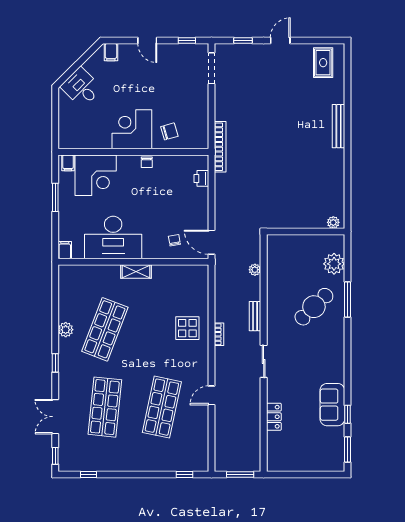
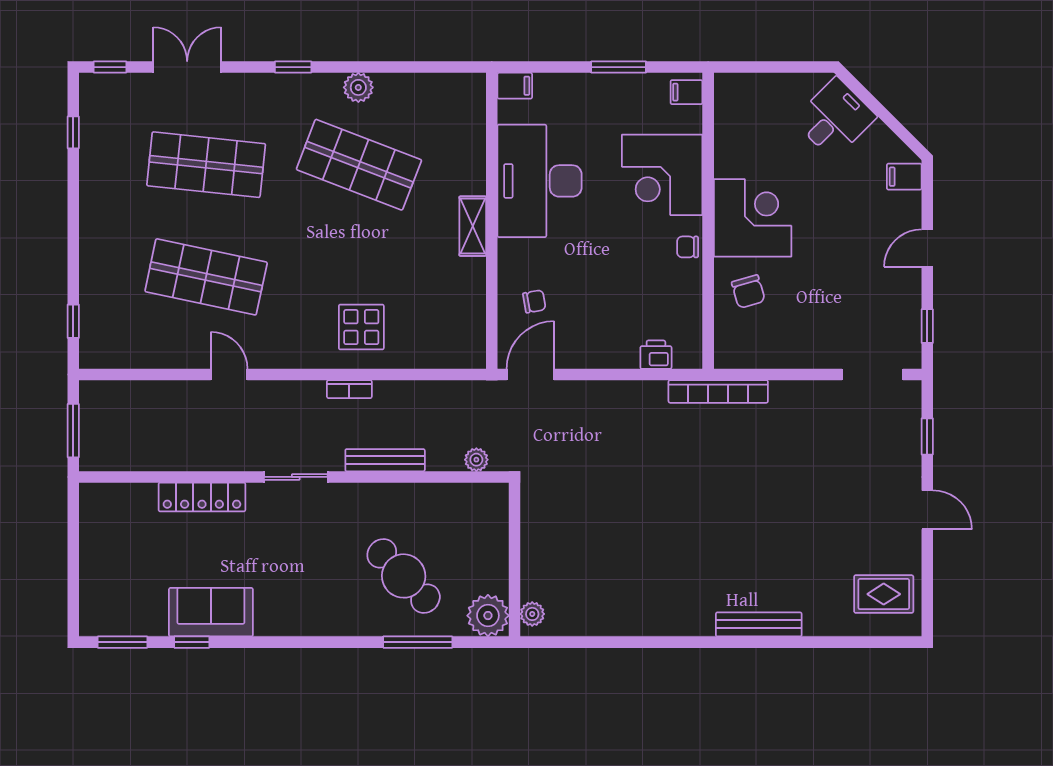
corner desk: (96, 175) -> (662, 175), moved
plant: (333, 222) -> (532, 614), moved
wall: (306, 231) -> (515, 560), moved
bench: (255, 316) -> (385, 460), width x1.36
locker: (274, 417) -> (202, 497), width x1.53

